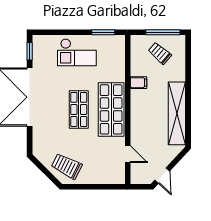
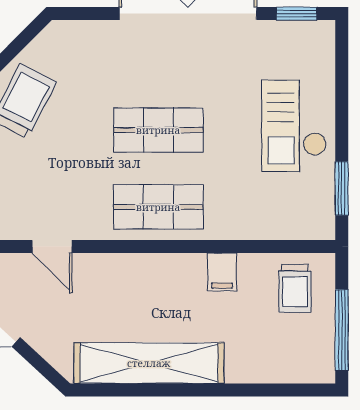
trolley: (160, 53) -> (295, 288), moved, turned 139
shop shelf: (111, 109) -> (158, 207), width x0.70, depth x0.74
door: (128, 154) -> (52, 246), hinge flipped

